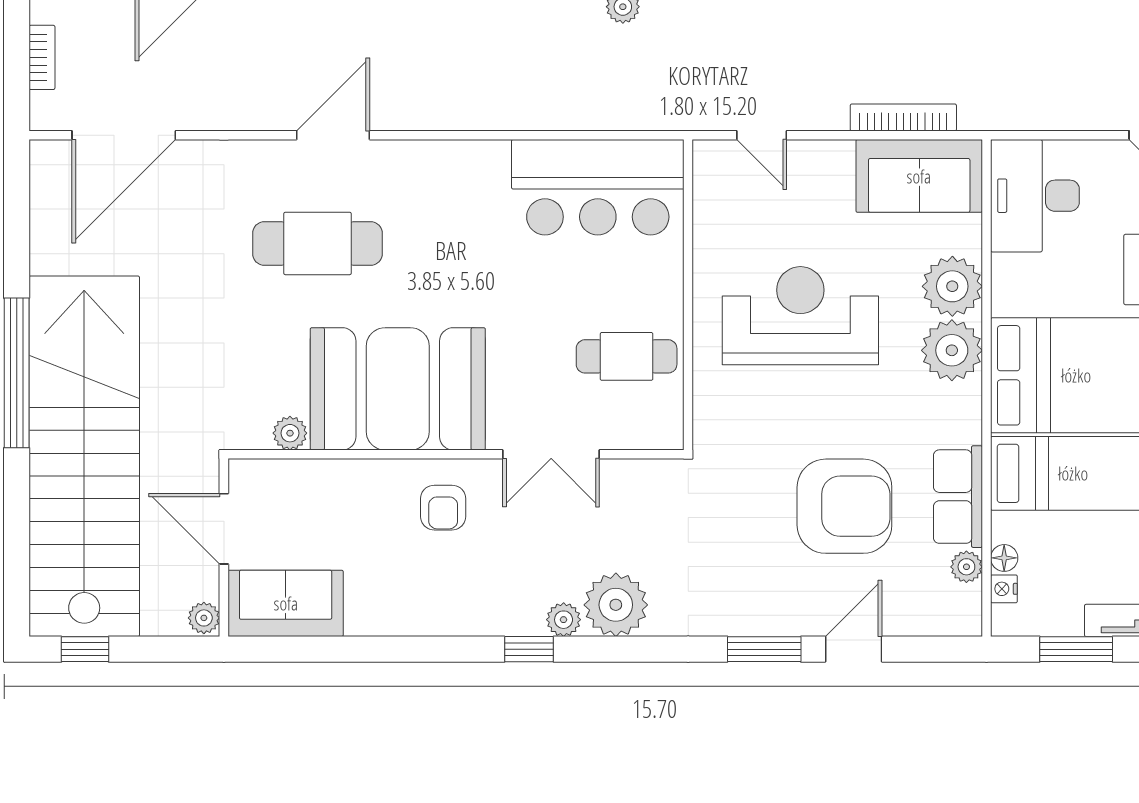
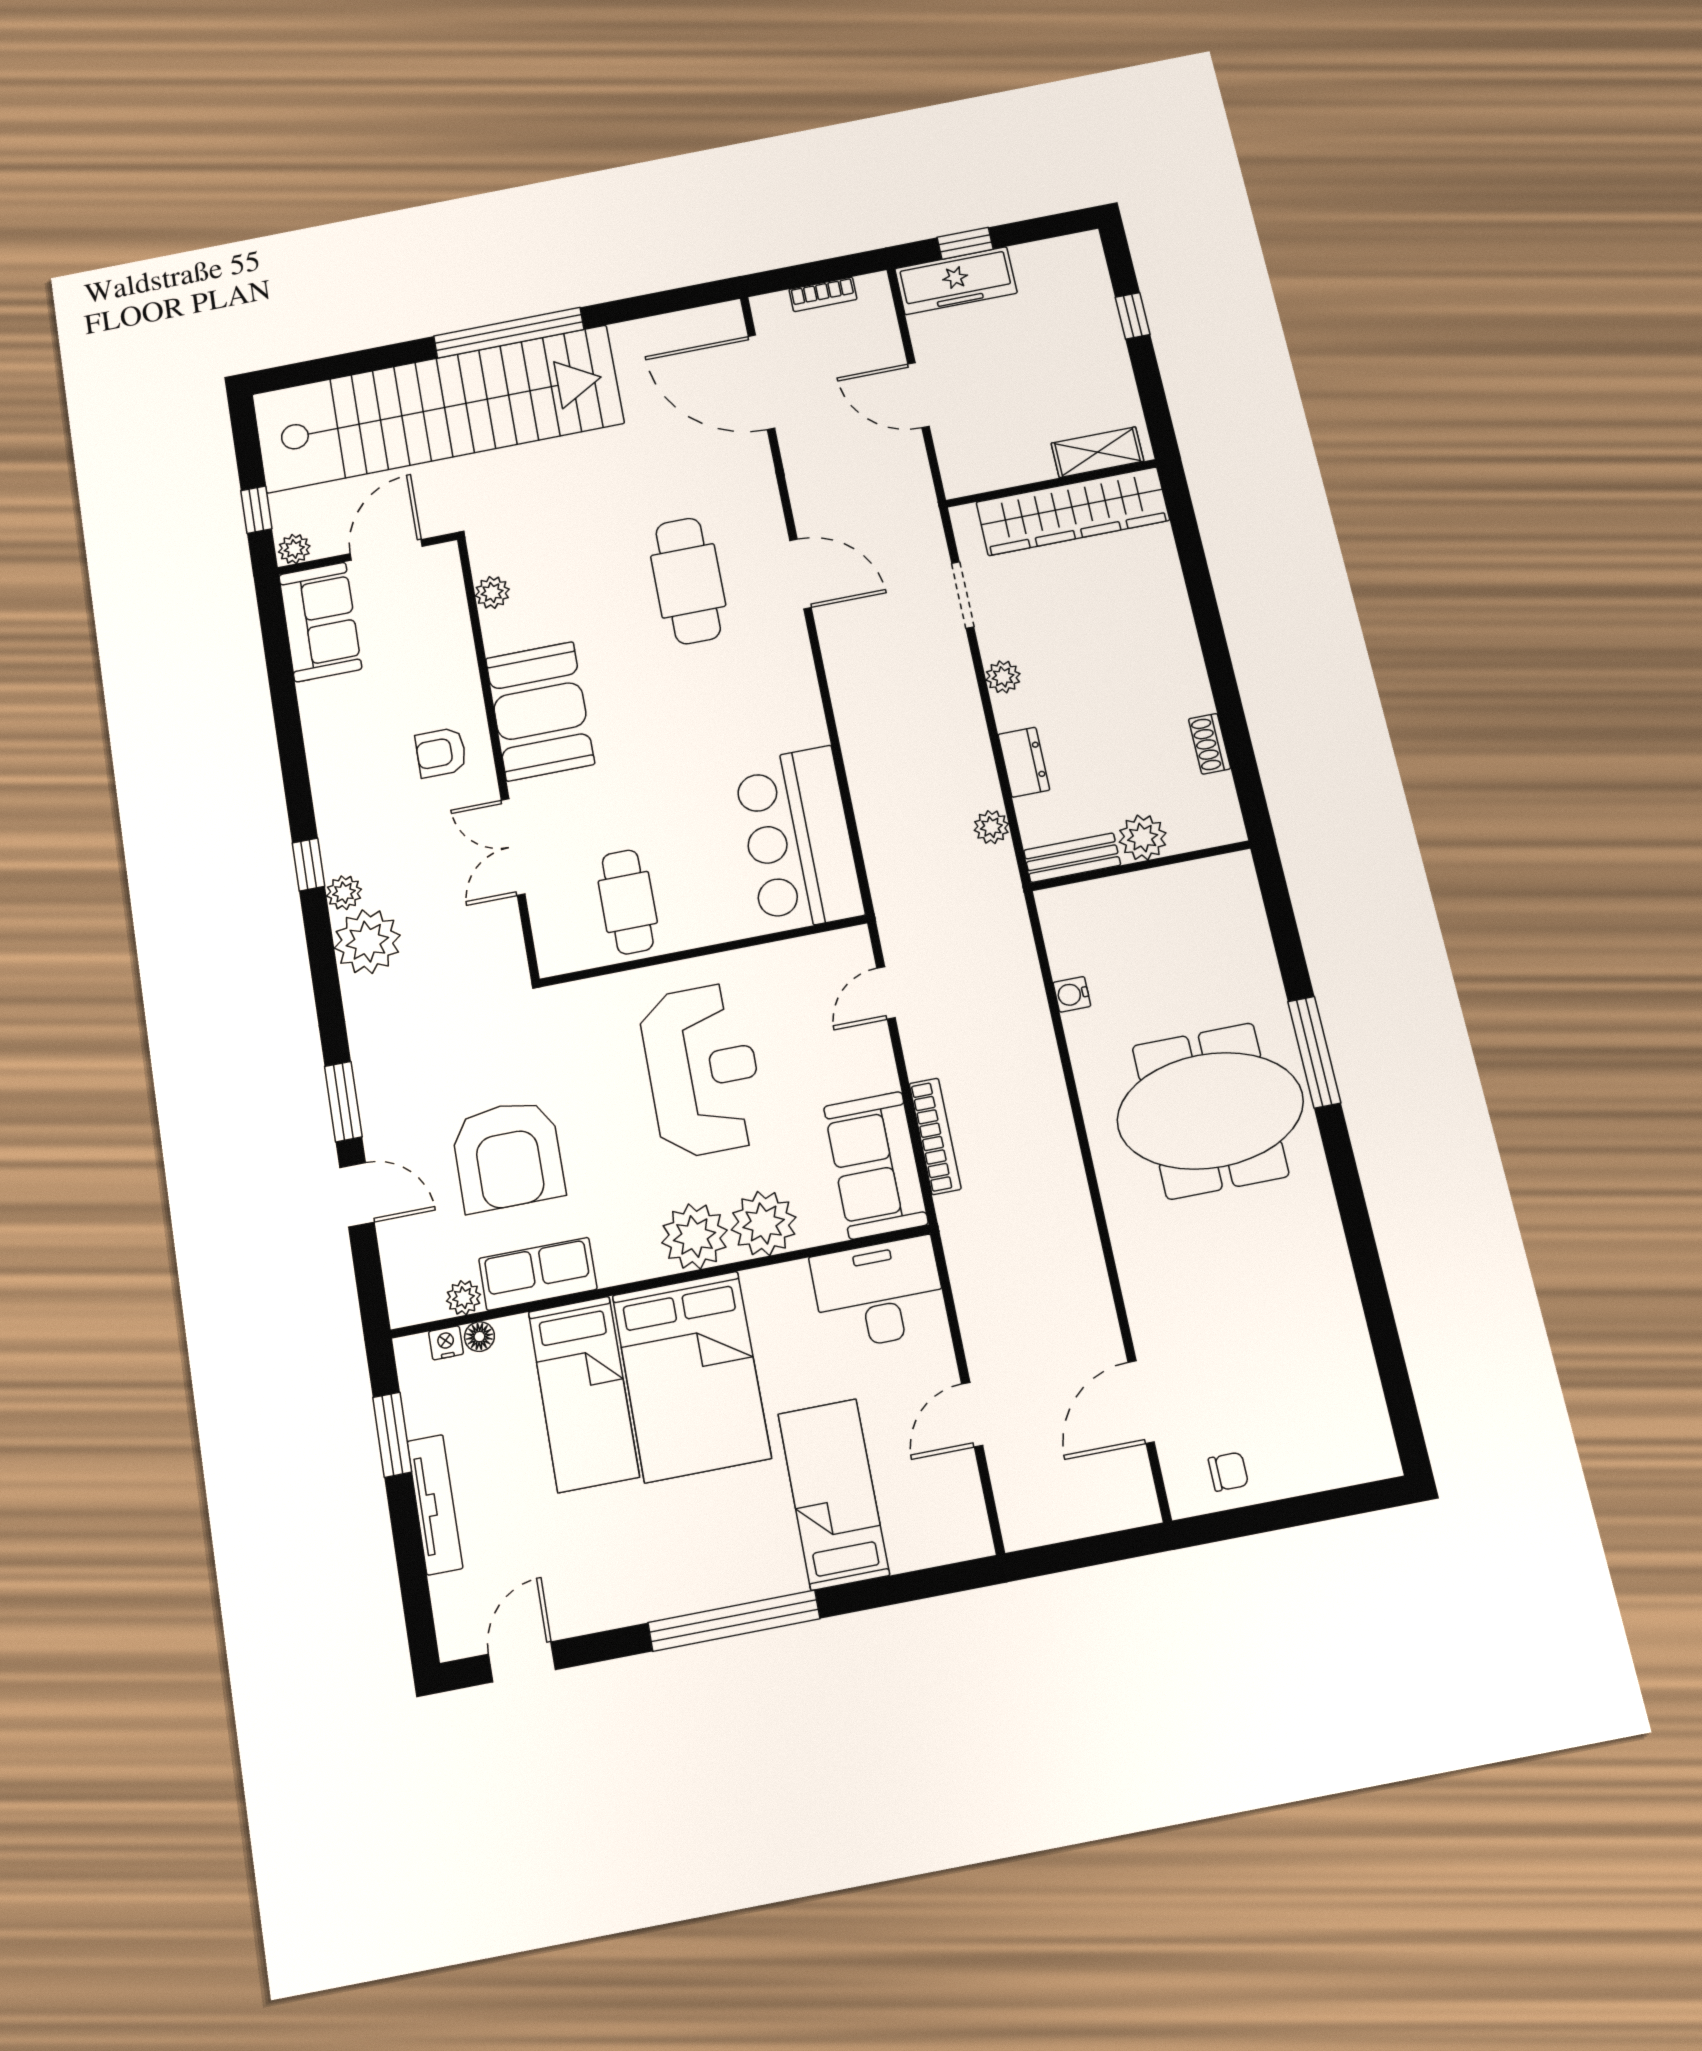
booth: (398, 389) -> (540, 711), width x0.73, depth x0.70
window: (85, 649) -> (256, 510), moved

